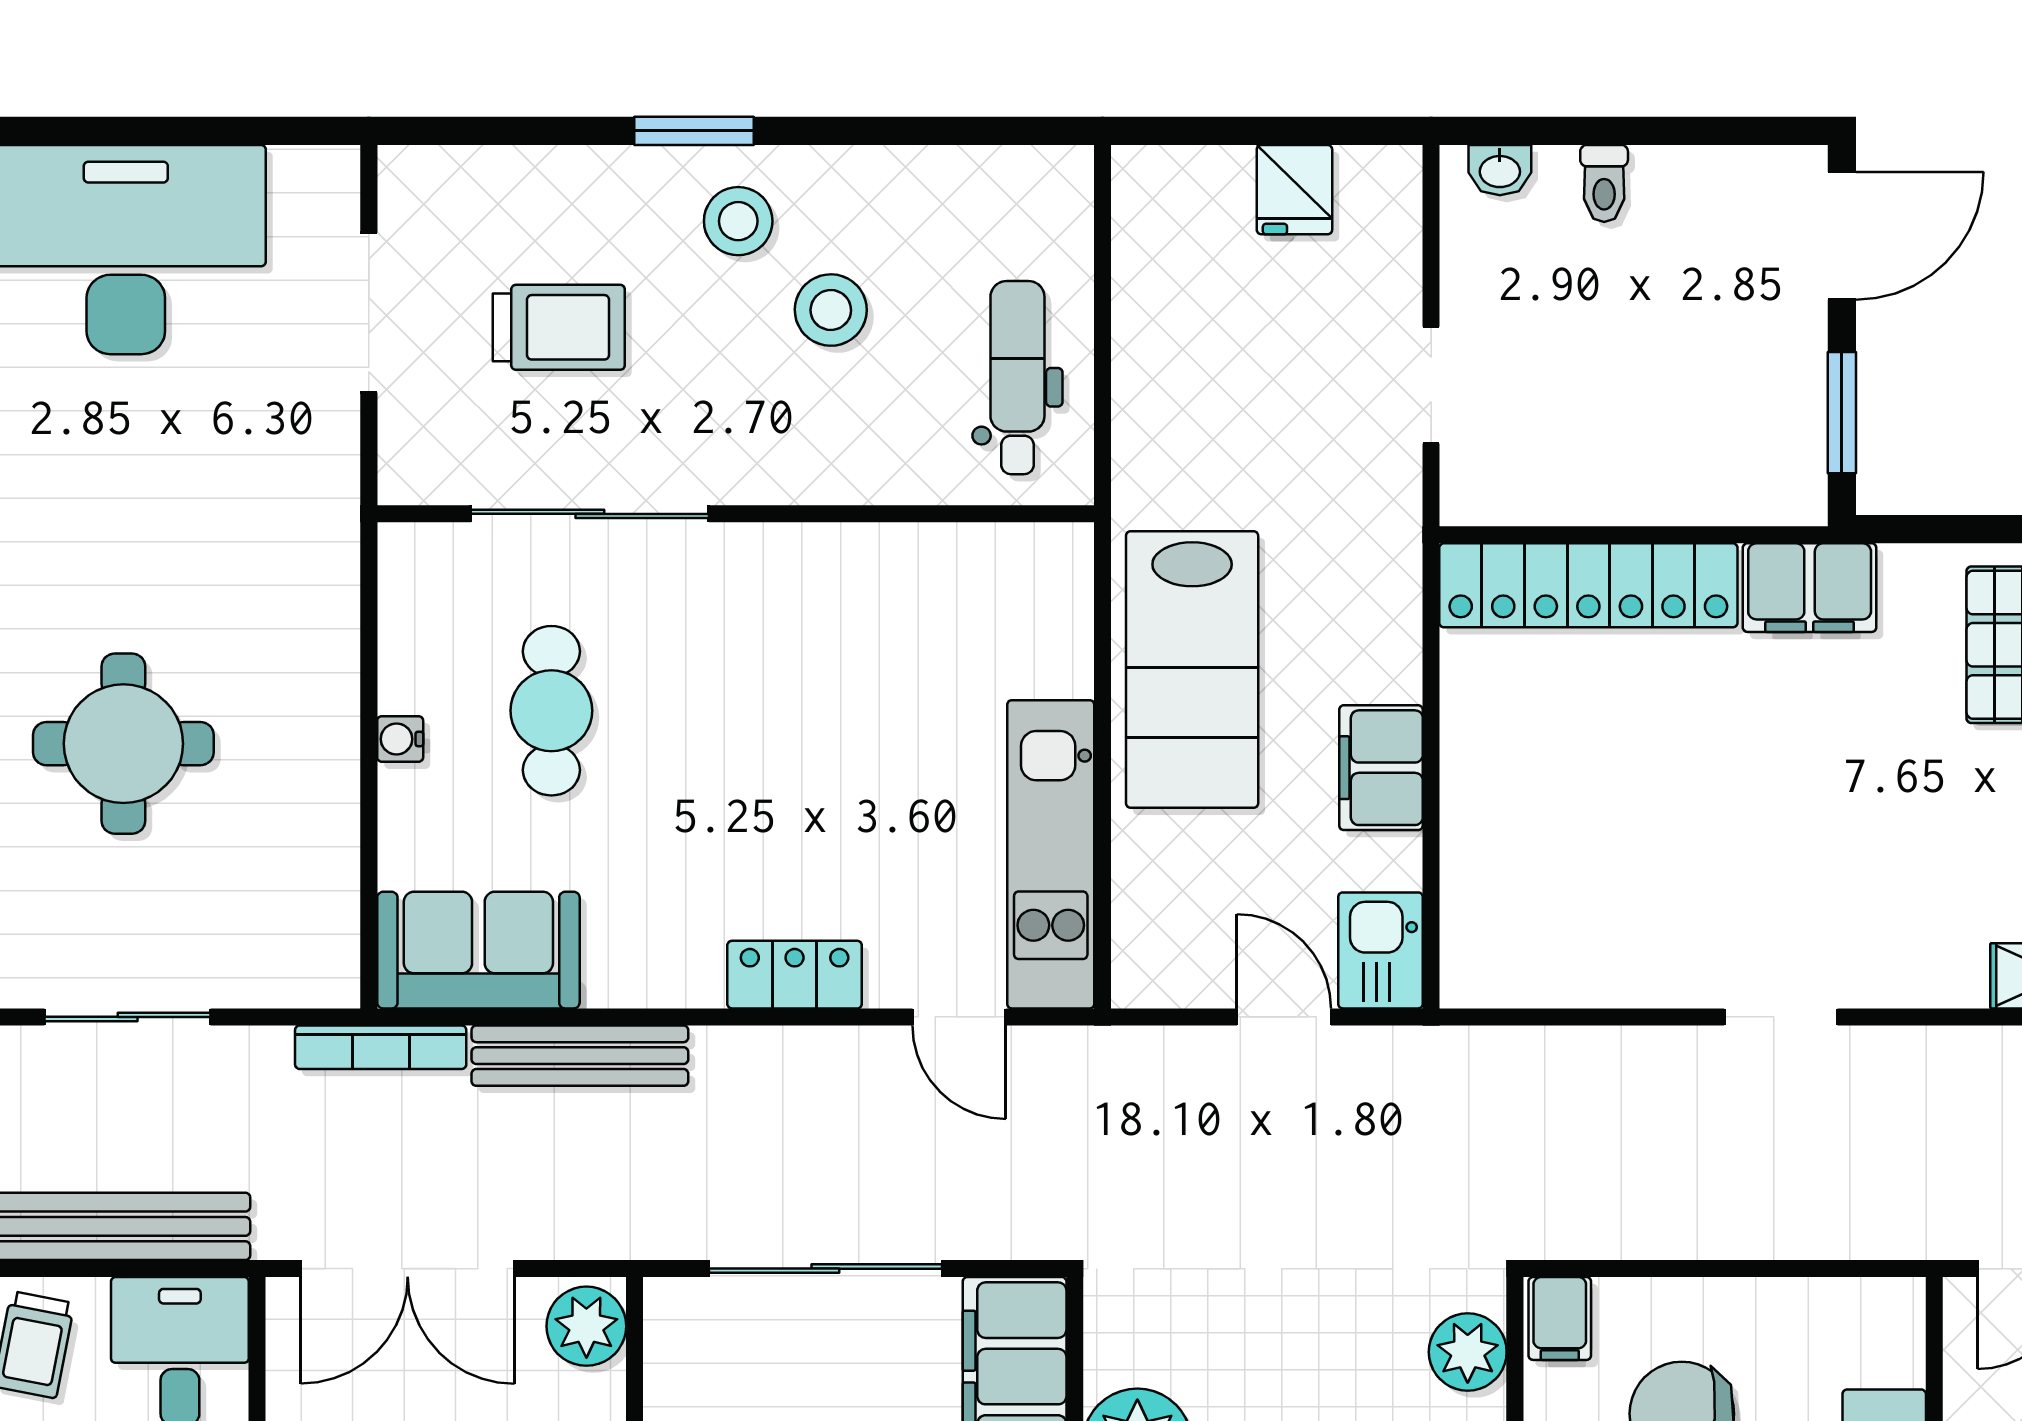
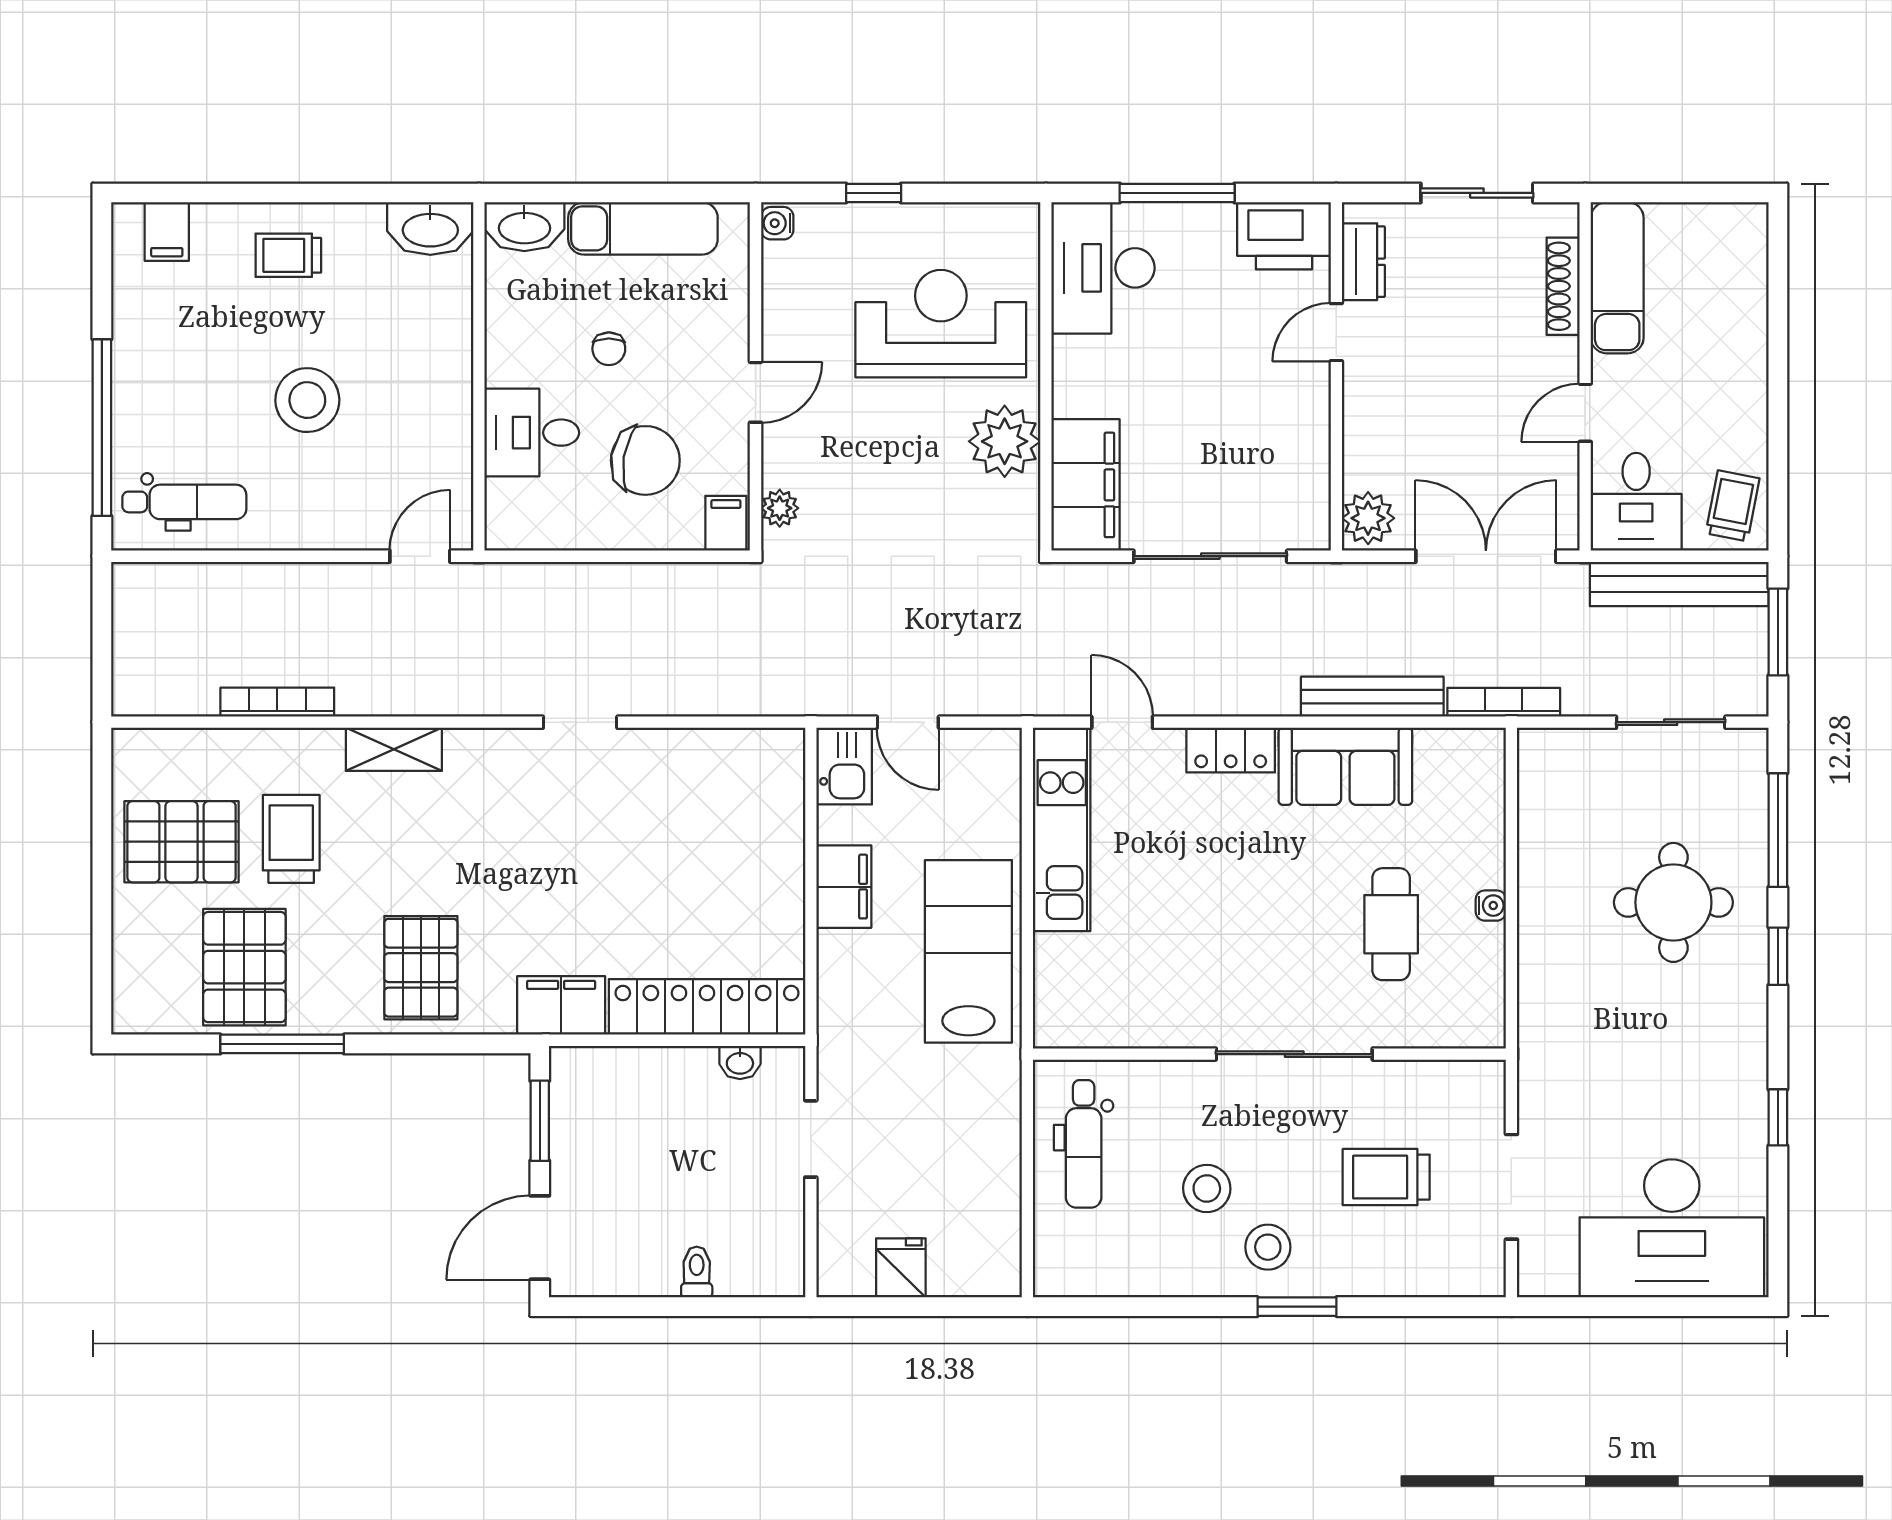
washbasin: (1500, 170) -> (740, 1062), moved, turned 180
sliding door: (590, 514) -> (1294, 1054), moved
sofa: (478, 950) -> (1345, 766), moved
plant: (1468, 1352) -> (780, 508), width x0.73, depth x0.73

